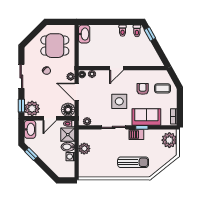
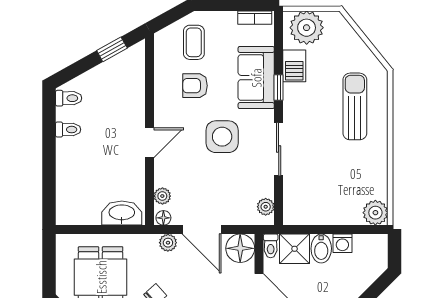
washbasin: (84, 34) -> (122, 213), moved
window: (150, 34) -> (112, 49), moved
door: (116, 68) -> (150, 143), hinge flipped
door: (77, 92) -> (202, 230), hinge flipped
barbecue: (136, 134) -> (294, 66), moved
plant: (84, 149) -> (375, 213), moved

